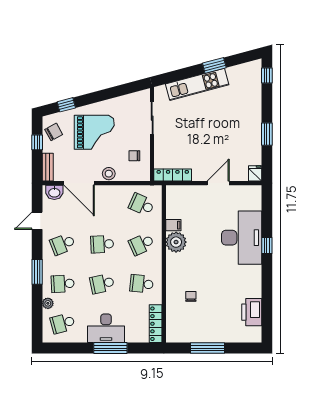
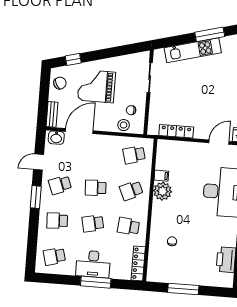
window: (214, 65) -> (210, 34), width x1.44
grand piano: (94, 132) -> (96, 86), turned 180
window: (37, 142) -> (44, 91), removed
stool: (109, 174) -> (124, 125), moved
locker: (173, 175) -> (176, 131), moved
door: (79, 183) -> (79, 131), swing flipped
door: (218, 183) -> (219, 142), moved
school desk: (142, 205) -> (134, 155), turned -39
window: (37, 272) -> (36, 197), moved
plant: (48, 303) -> (42, 237), removed

